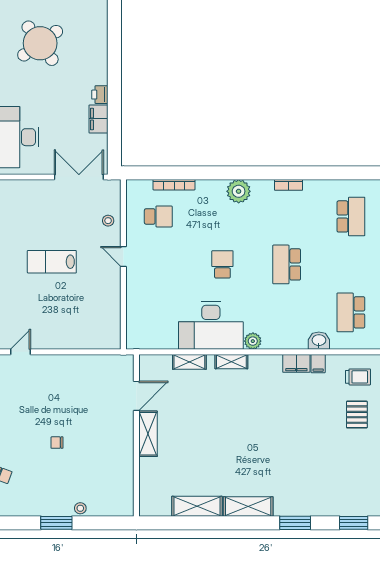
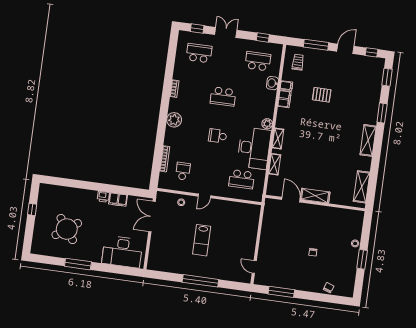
school desk: (158, 312) -> (242, 179), added
school desk: (351, 312) -> (258, 61), turned 180
pallet: (357, 415) -> (322, 95), moved
shelving: (197, 506) -> (362, 187), moved

